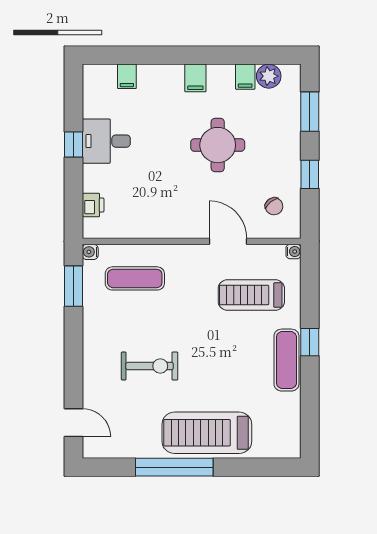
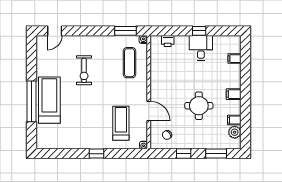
door: (228, 241) -> (149, 111), hinge flipped
exercise mat: (286, 360) -> (87, 141), removed
window: (174, 467) -> (32, 101), moved

